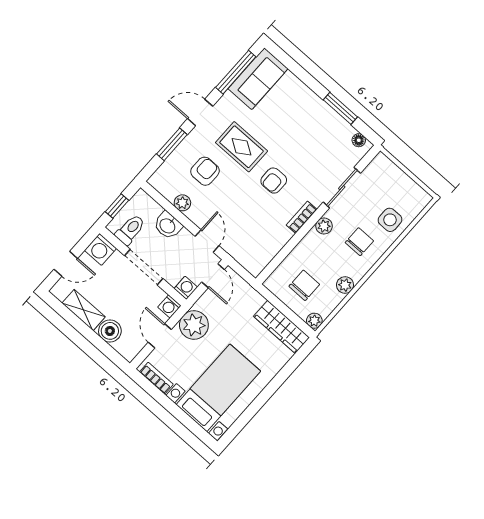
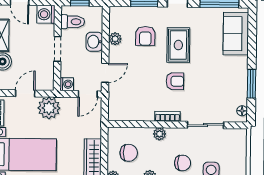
sofa: (258, 79) -> (236, 34), moved, turned 90
armchair: (205, 171) -> (145, 36), turned 90
armchair: (274, 181) -> (175, 81), turned 180
plant: (324, 226) -> (160, 134), moved
doorway: (144, 267) -> (57, 49), width x0.73
washing machine: (169, 306) -> (47, 84), removed

